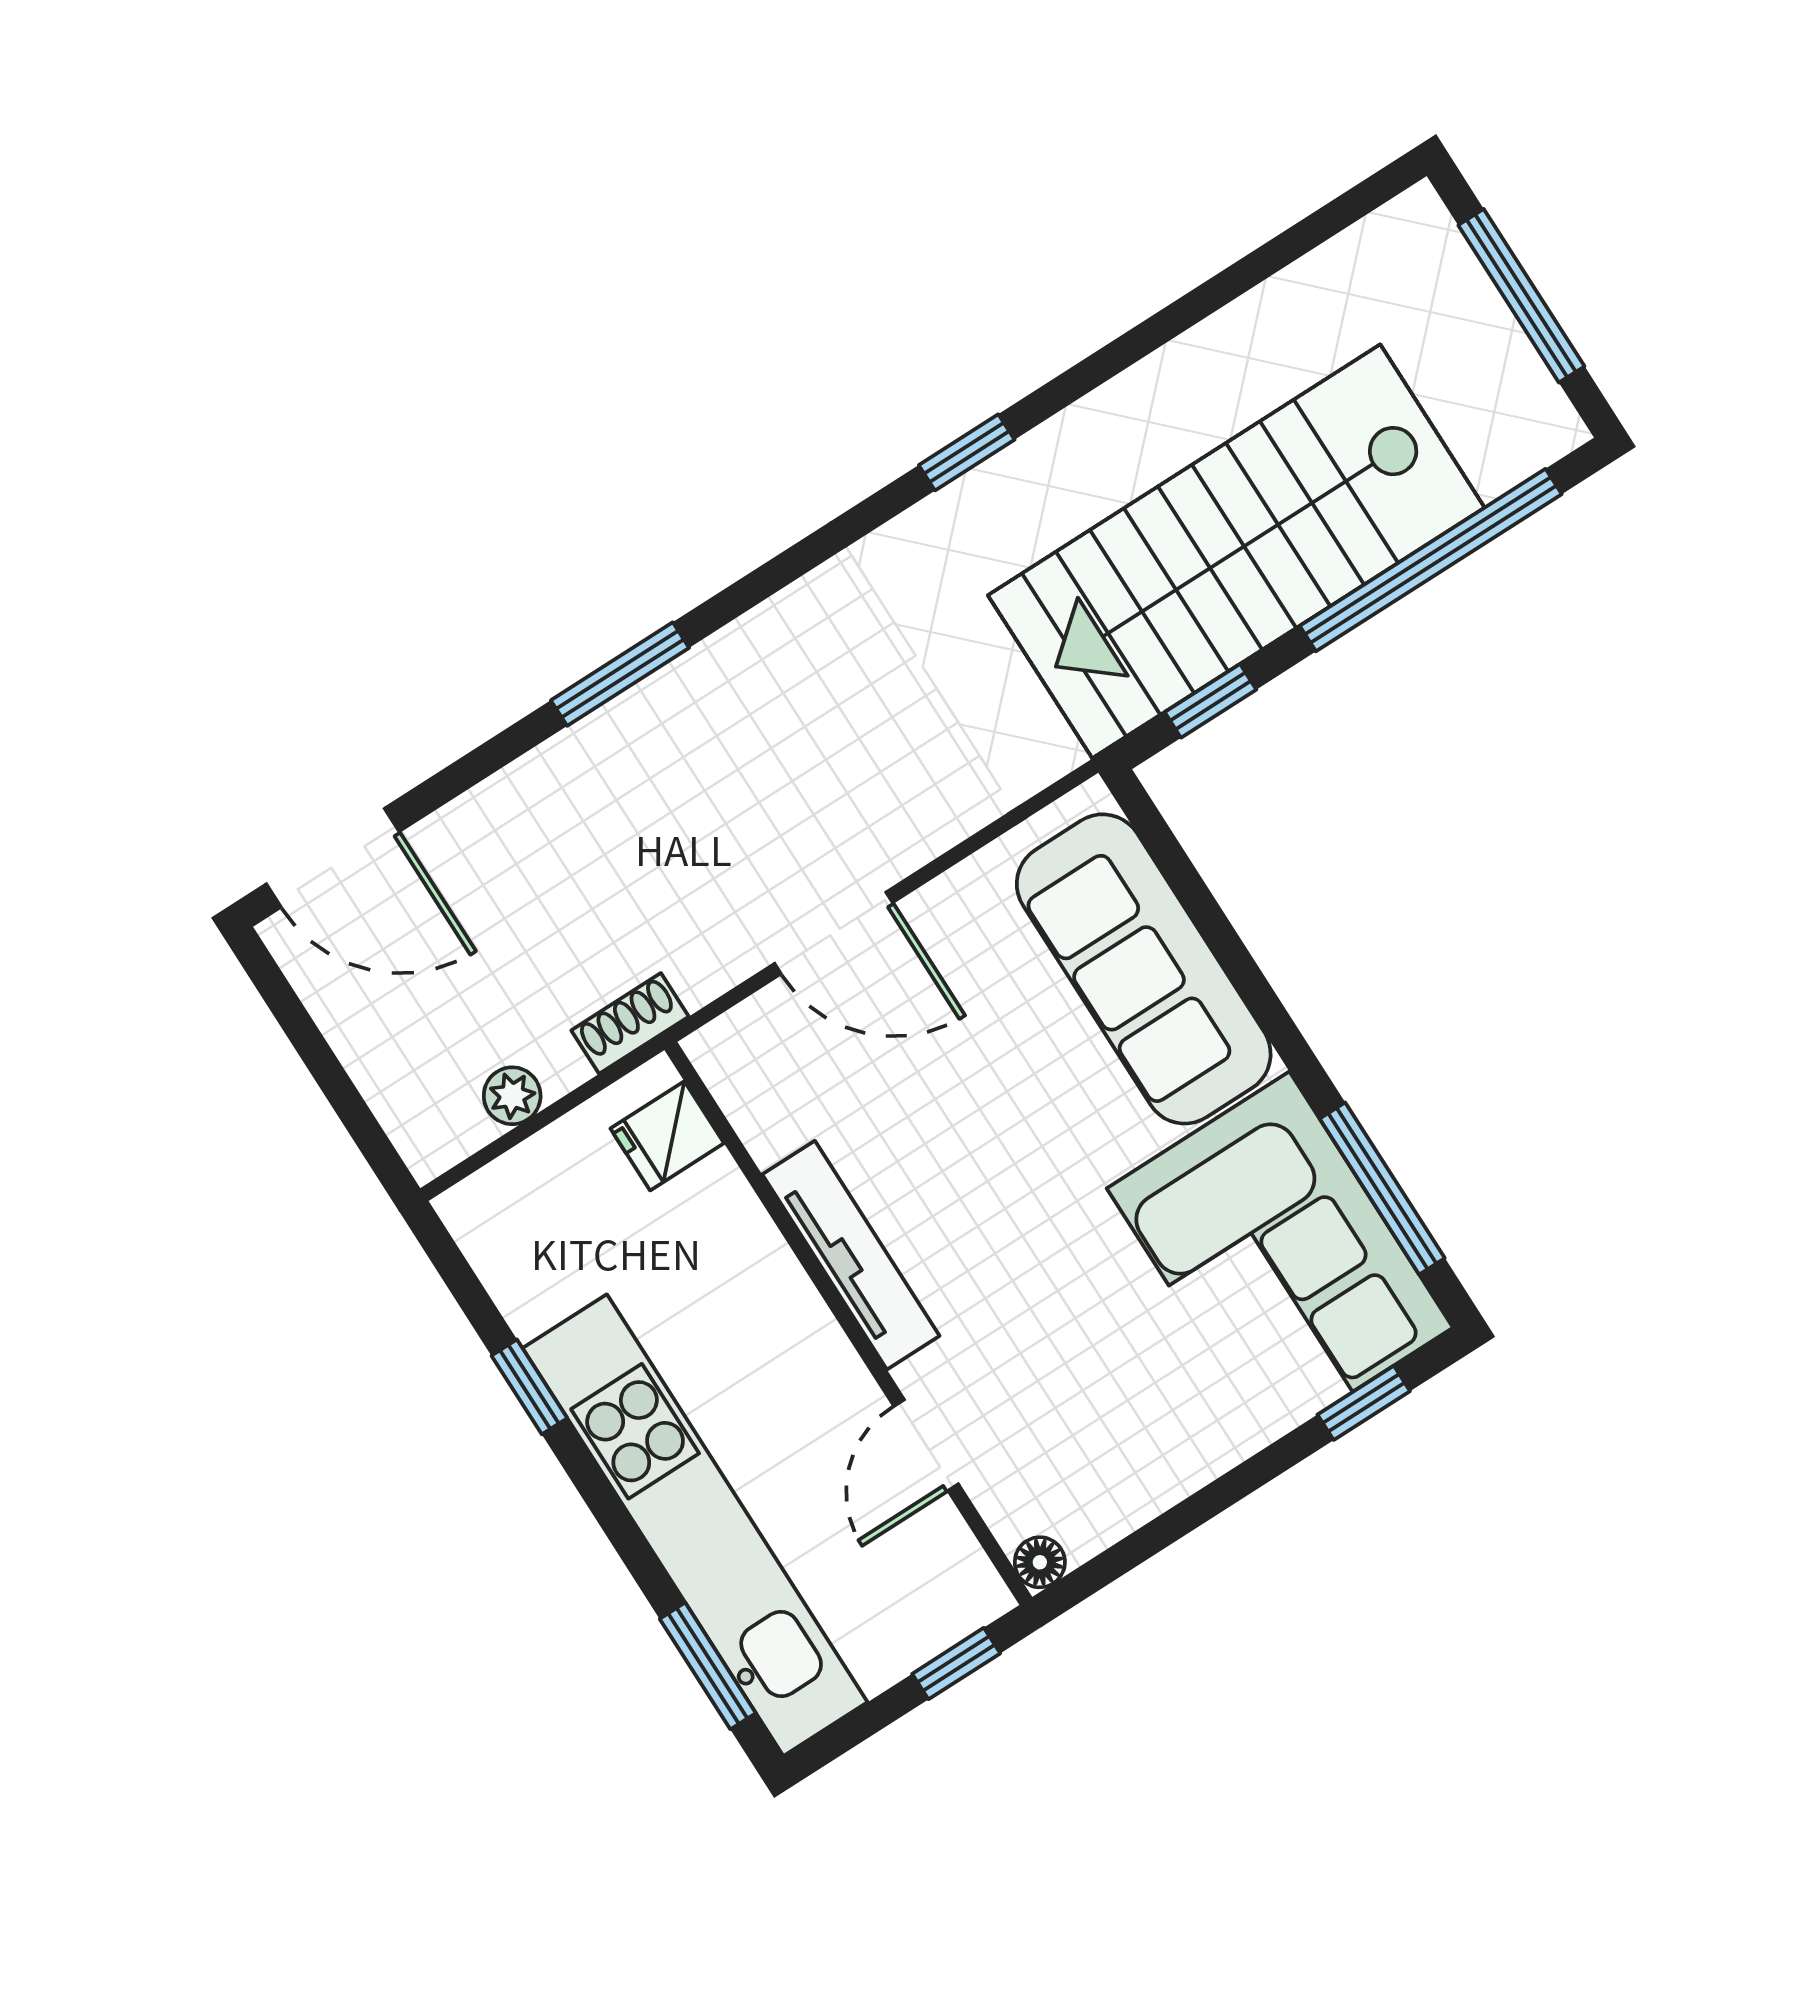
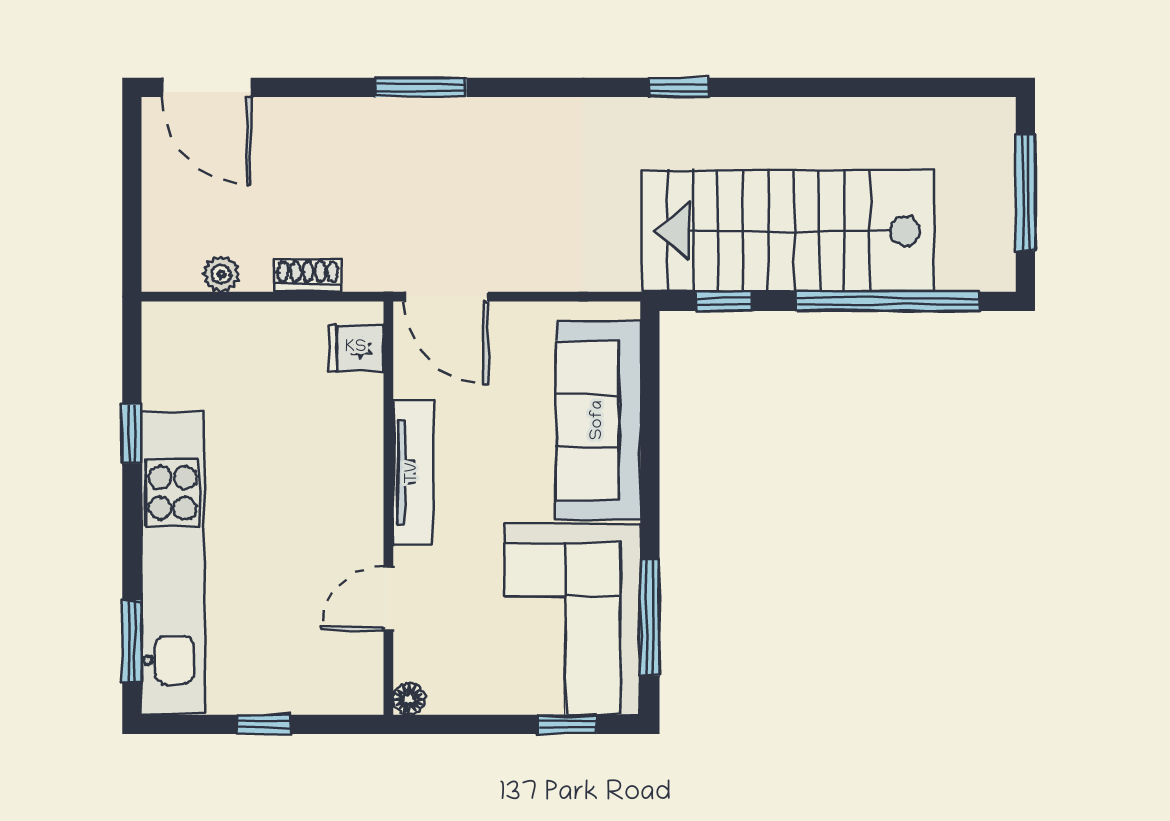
fridge: (667, 1136) -> (356, 348), moved
tv unit: (851, 1255) -> (413, 473), moved
wall: (848, 1323) -> (388, 508), moved
door: (926, 1445) -> (388, 599), moved
floor lamp: (1040, 1562) -> (409, 699), moved

